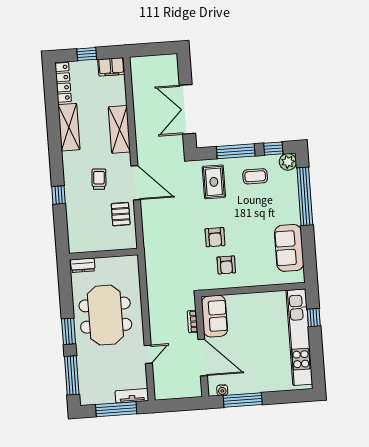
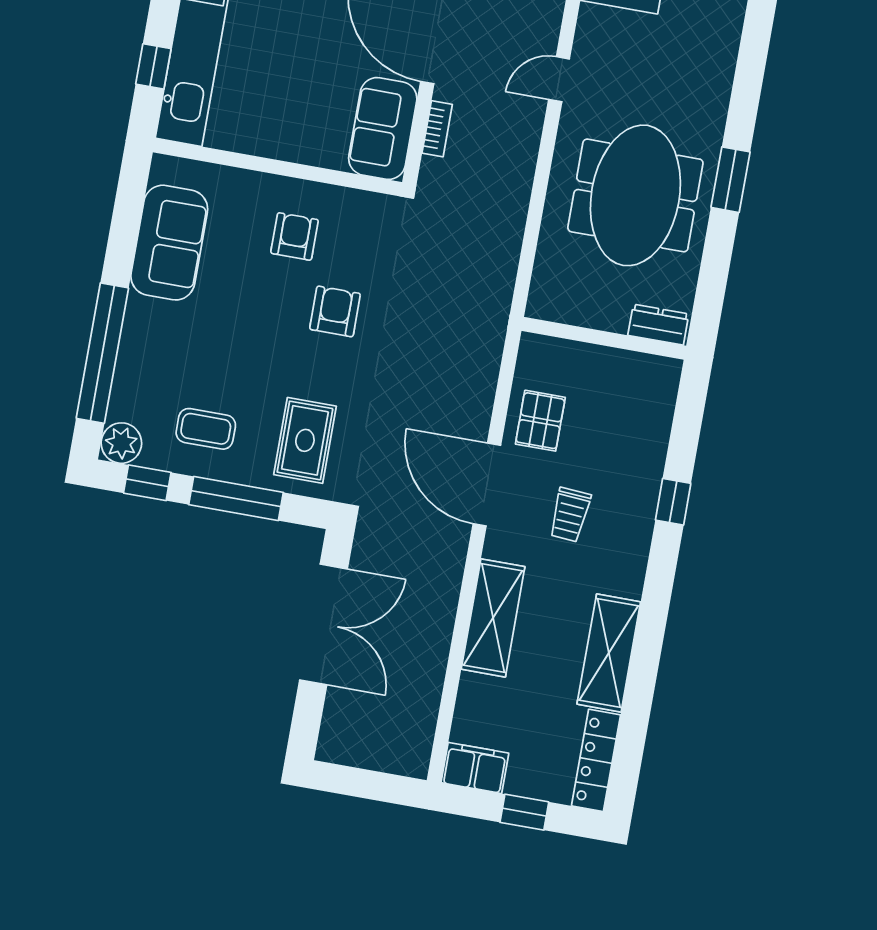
armchair: (226, 265) -> (295, 236), moved
window: (72, 375) -> (749, 75), removed

